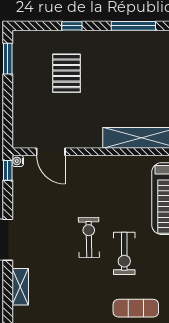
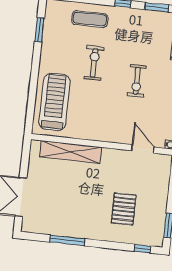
window: (72, 26) -> (142, 249), moved
exercise bike: (89, 237) -> (137, 81), moved

